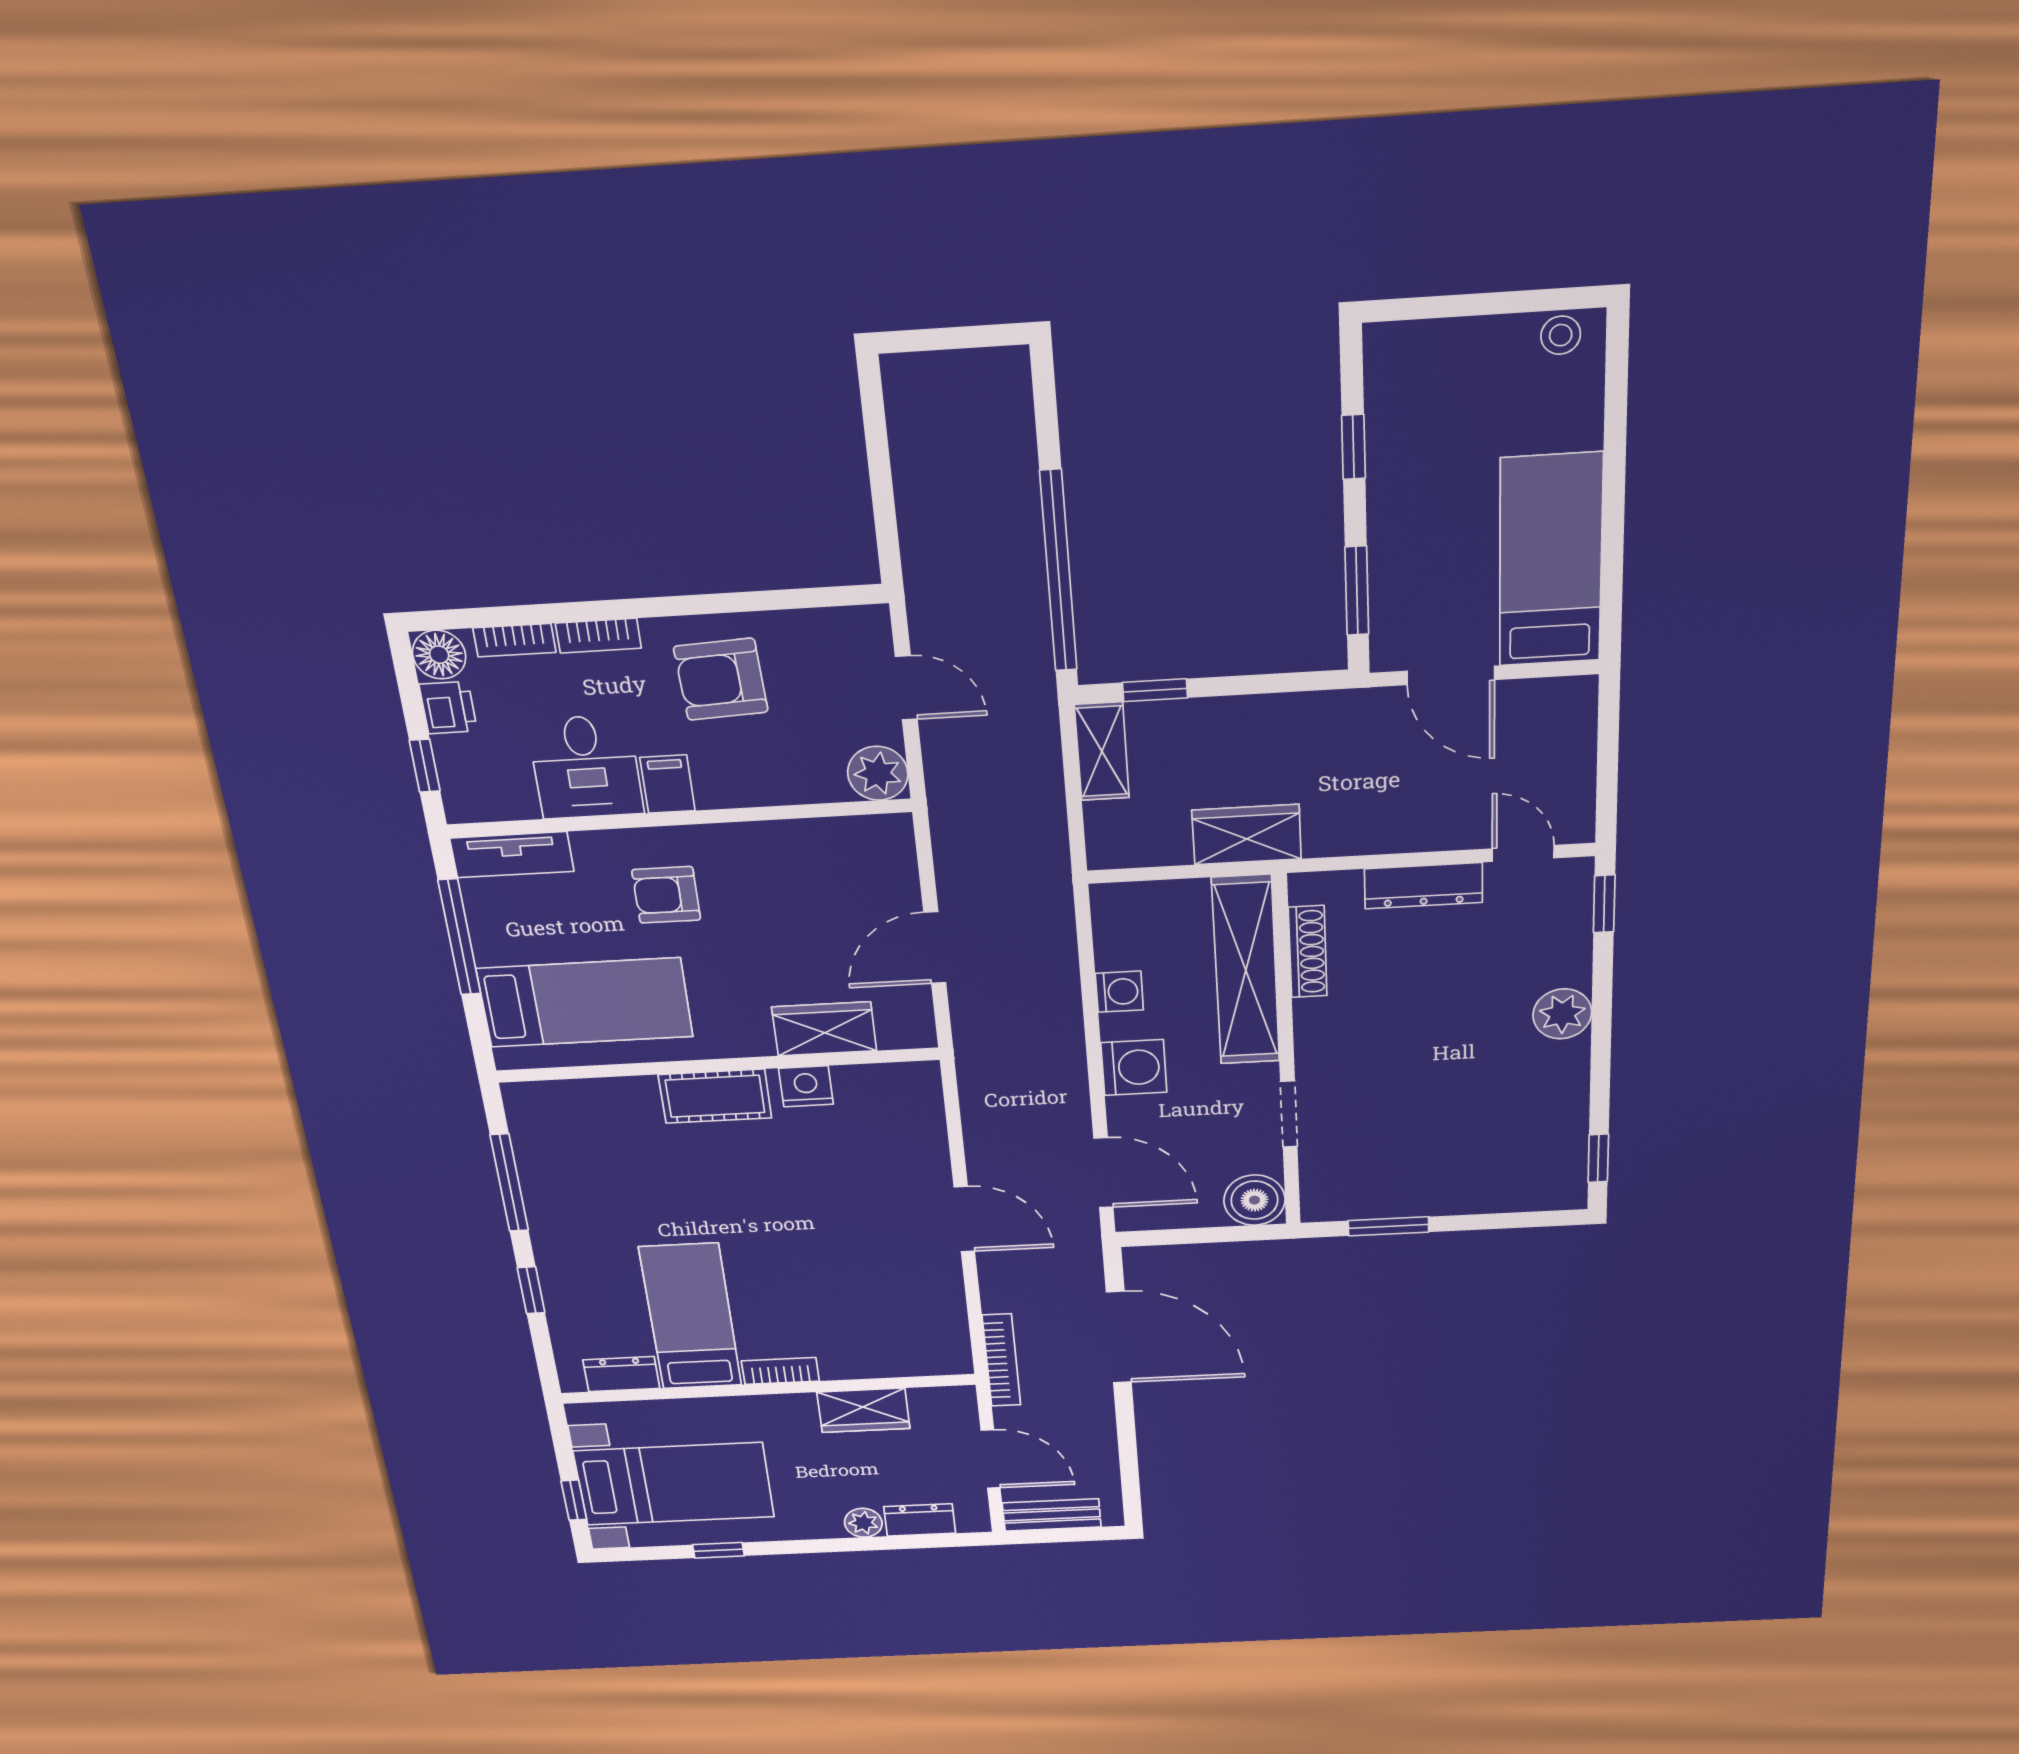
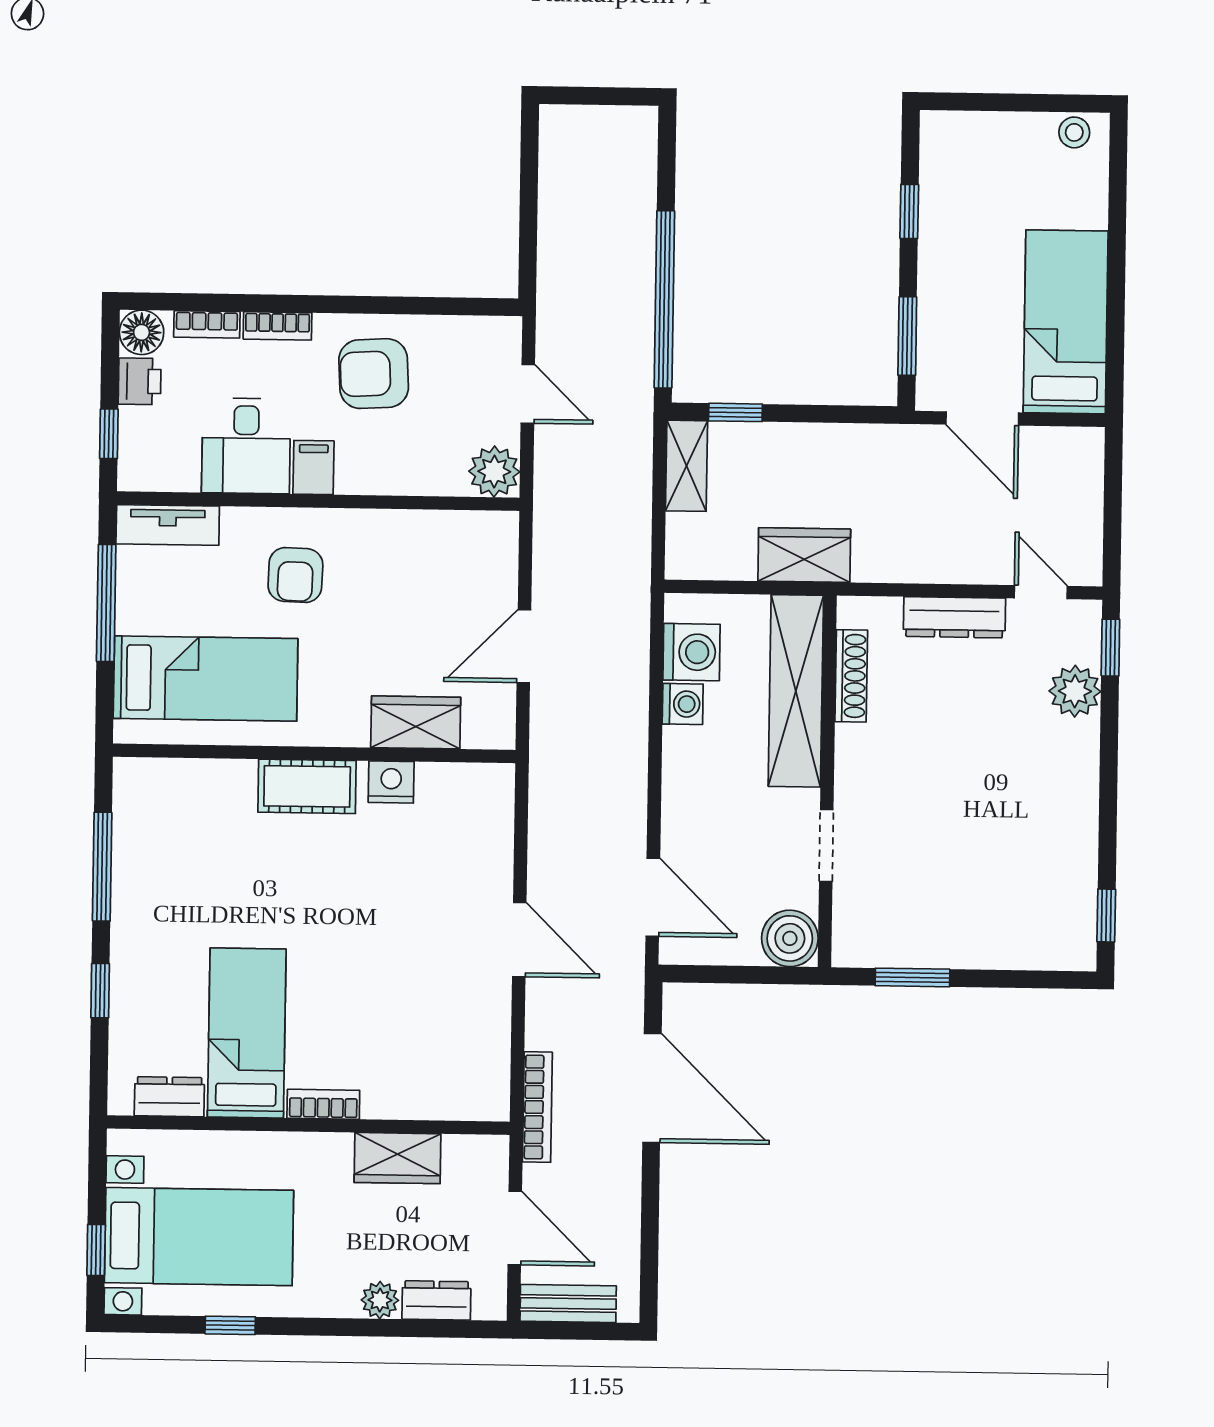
armchair: (666, 895) -> (295, 575), turned -88
plant: (1562, 1014) -> (1075, 691), moved
washing machine: (1134, 1067) -> (692, 652), moved

